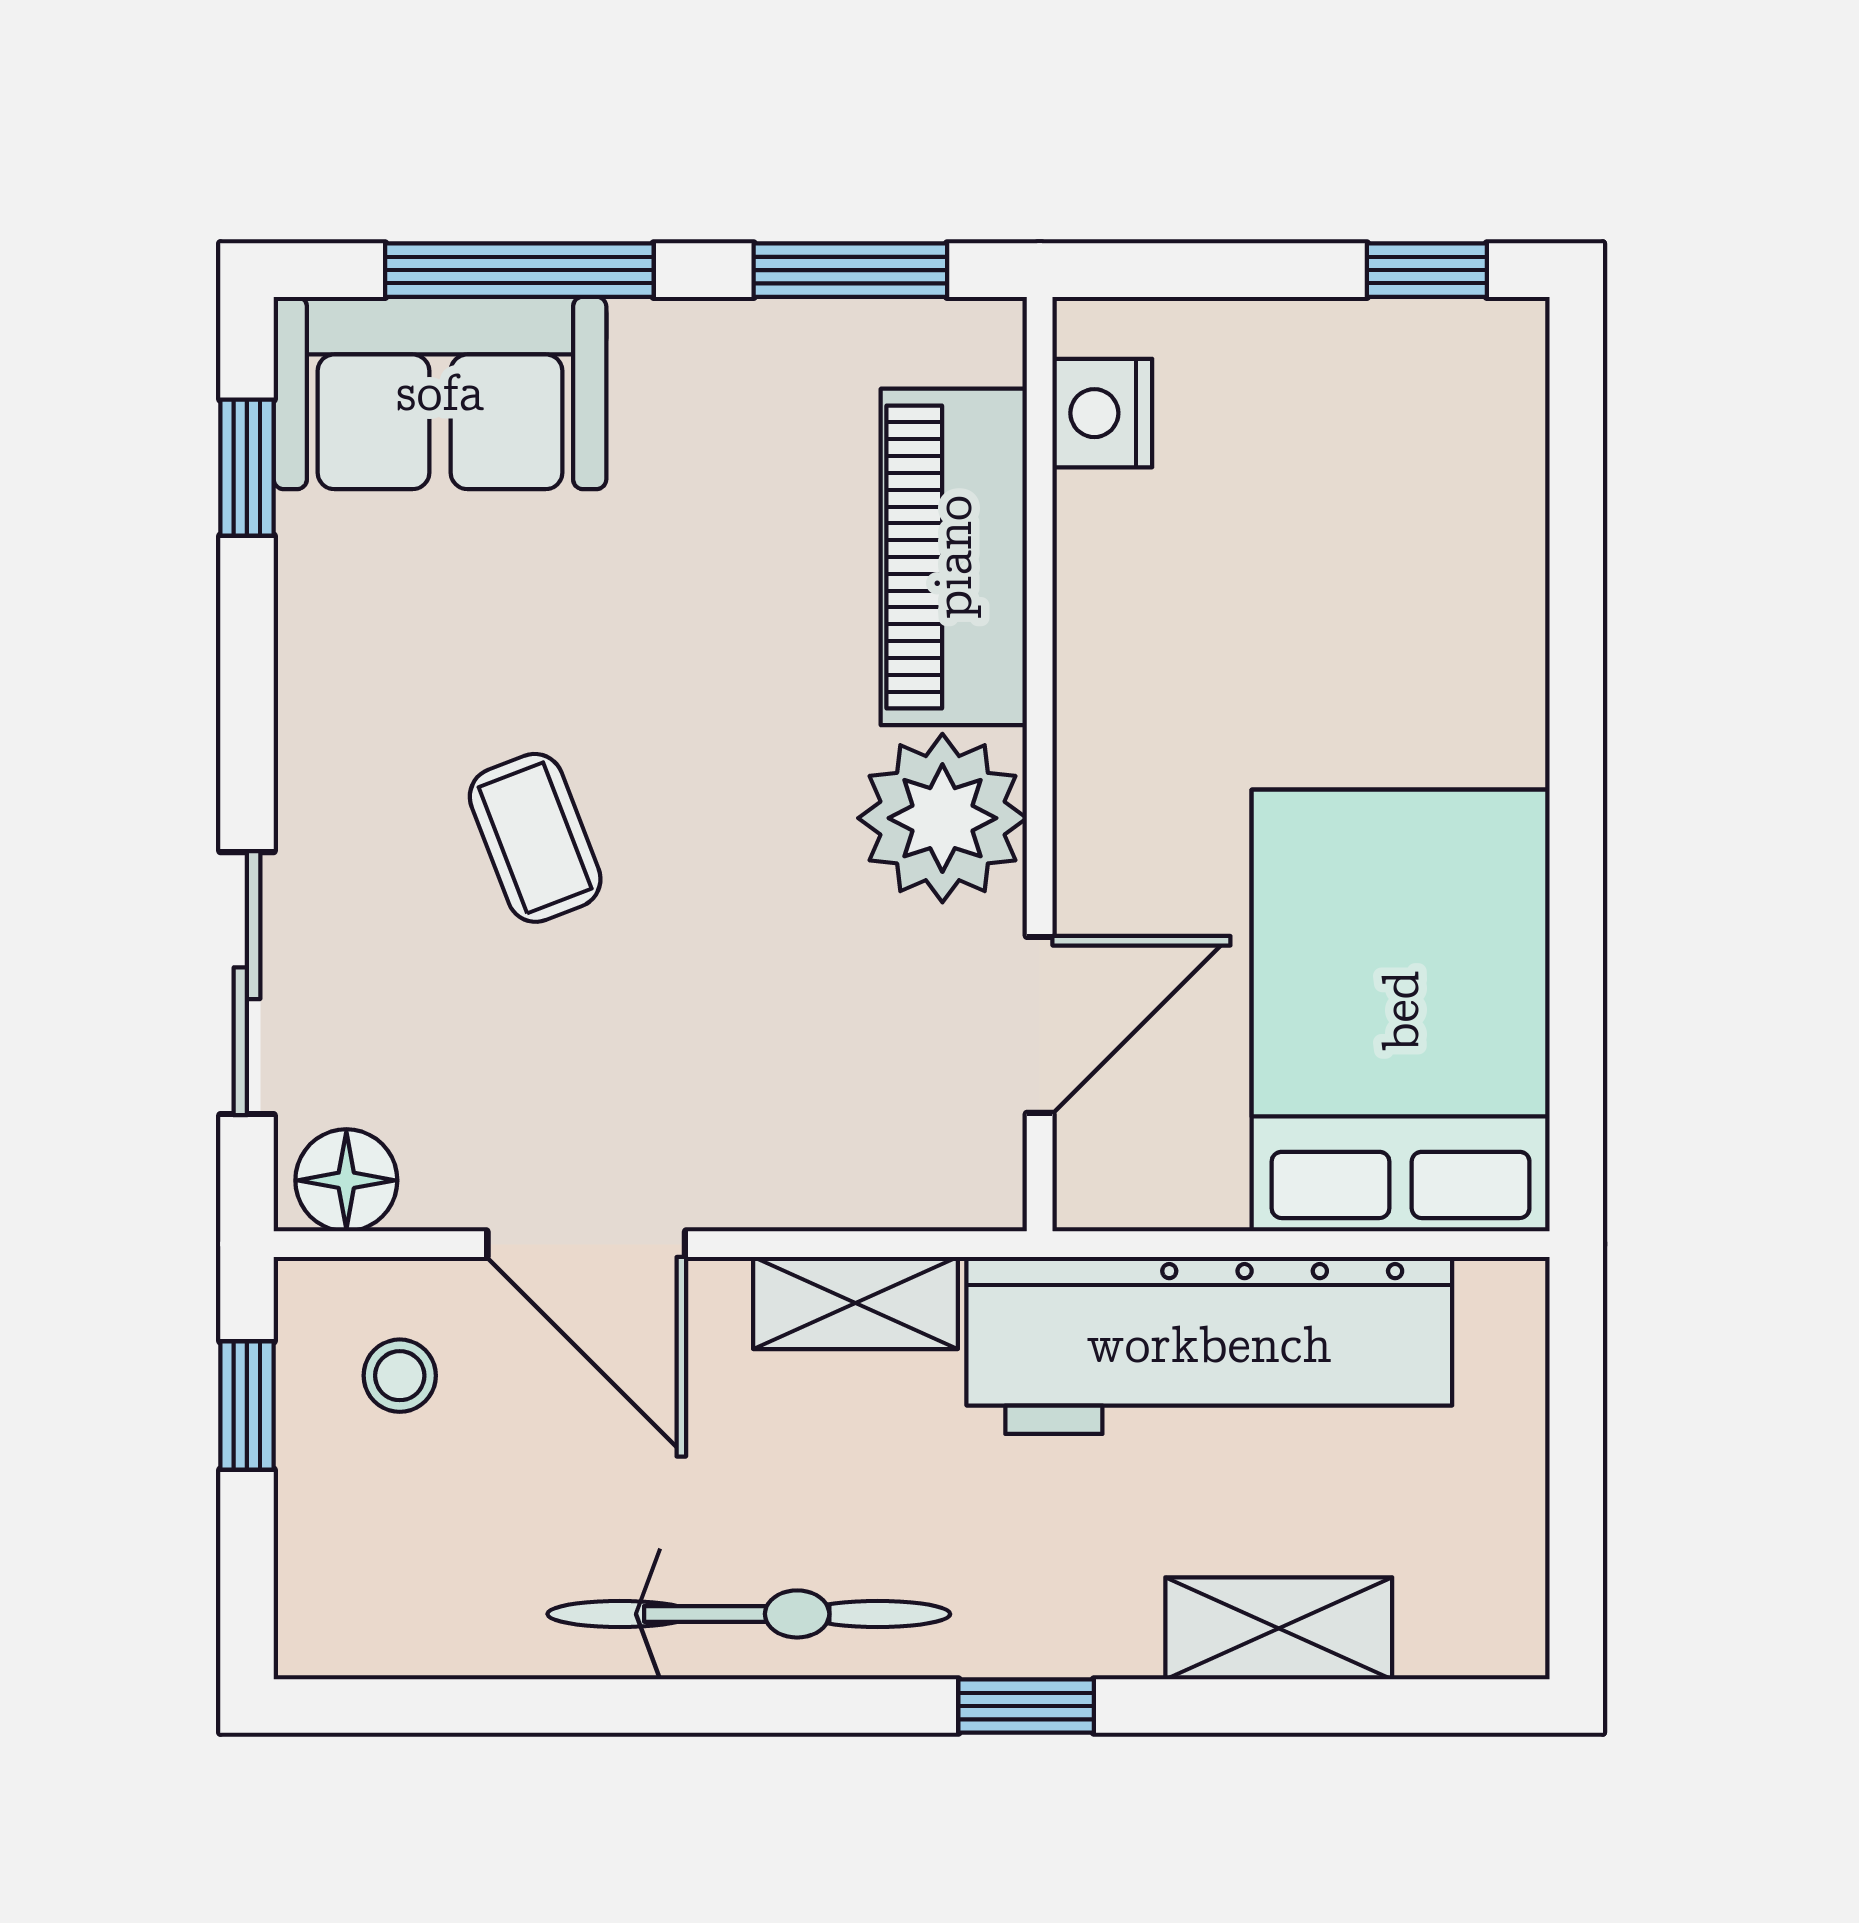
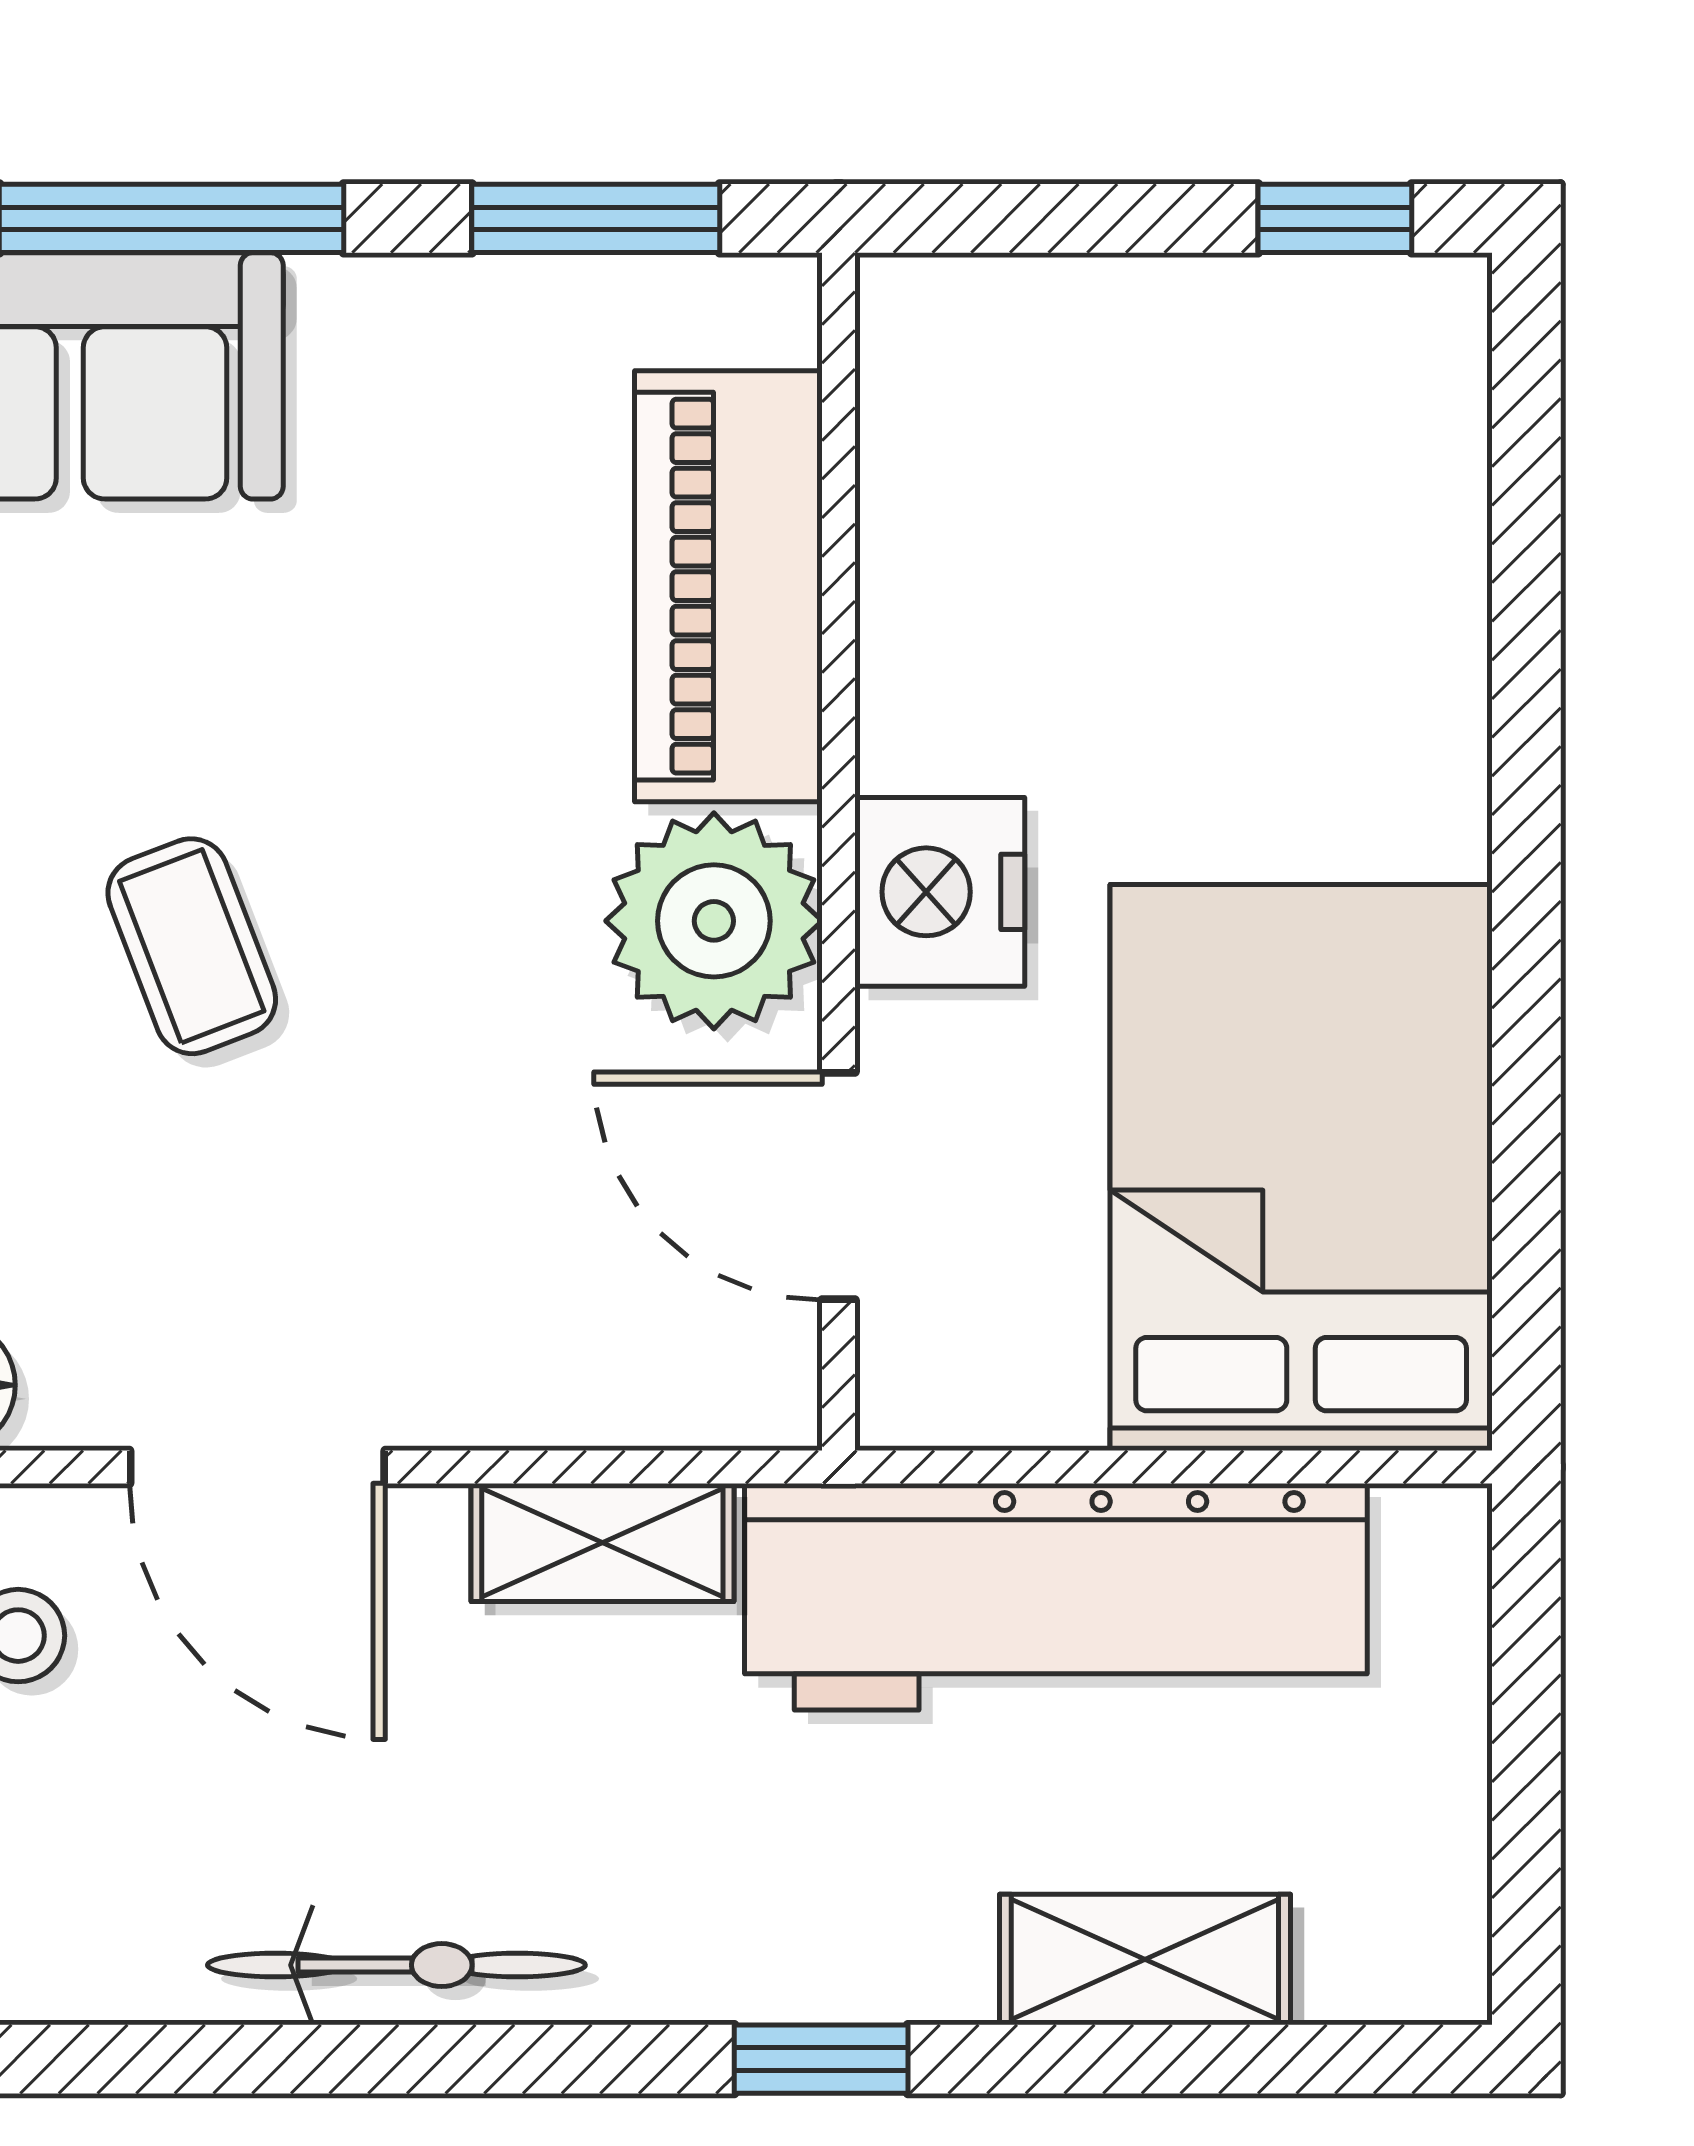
nightstand: (1102, 413) -> (940, 892), moved, width x1.36, depth x1.33
door: (1040, 1025) -> (838, 1186), swing flipped
bicycle: (749, 1614) -> (396, 1965), width x0.73, depth x0.71

